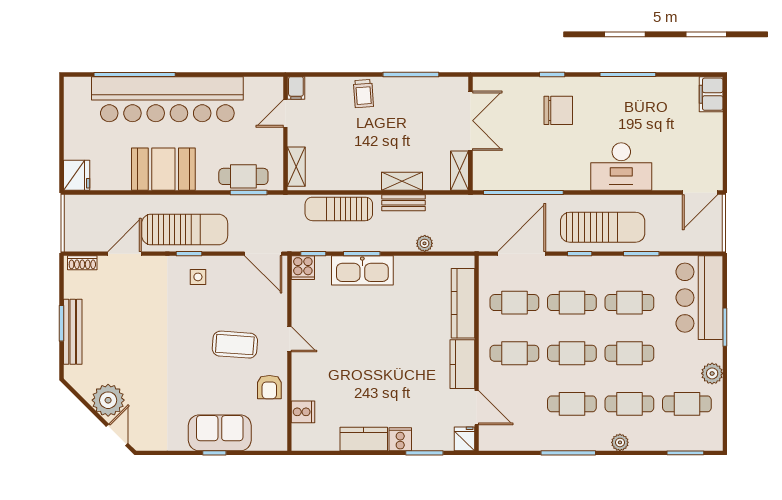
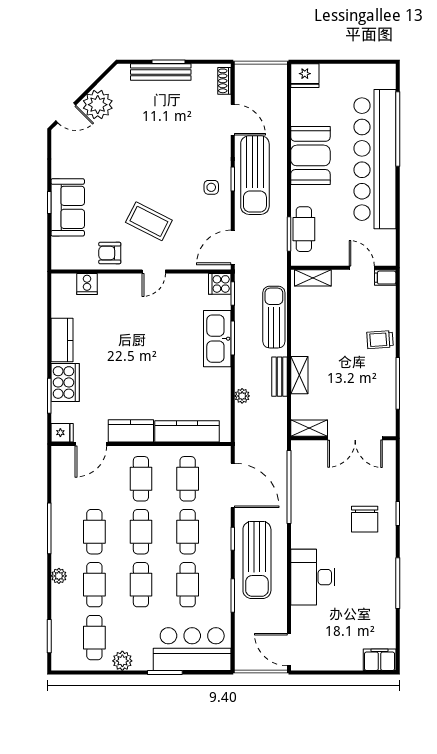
coffee table: (235, 345) -> (149, 221), turned -67
cooker: (400, 439) -> (65, 382), width x1.87, depth x1.31

